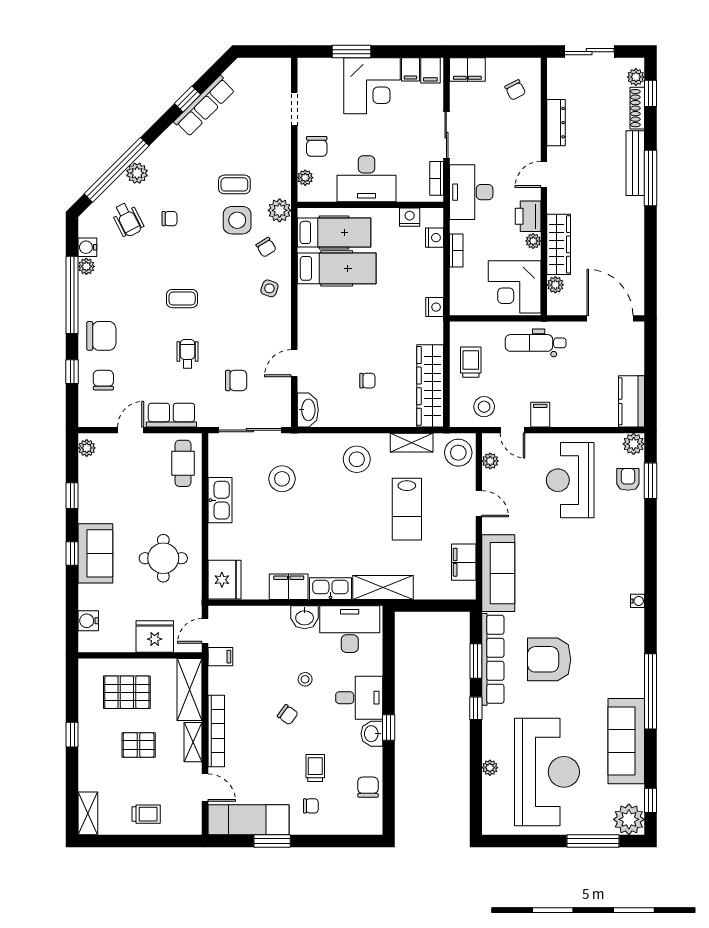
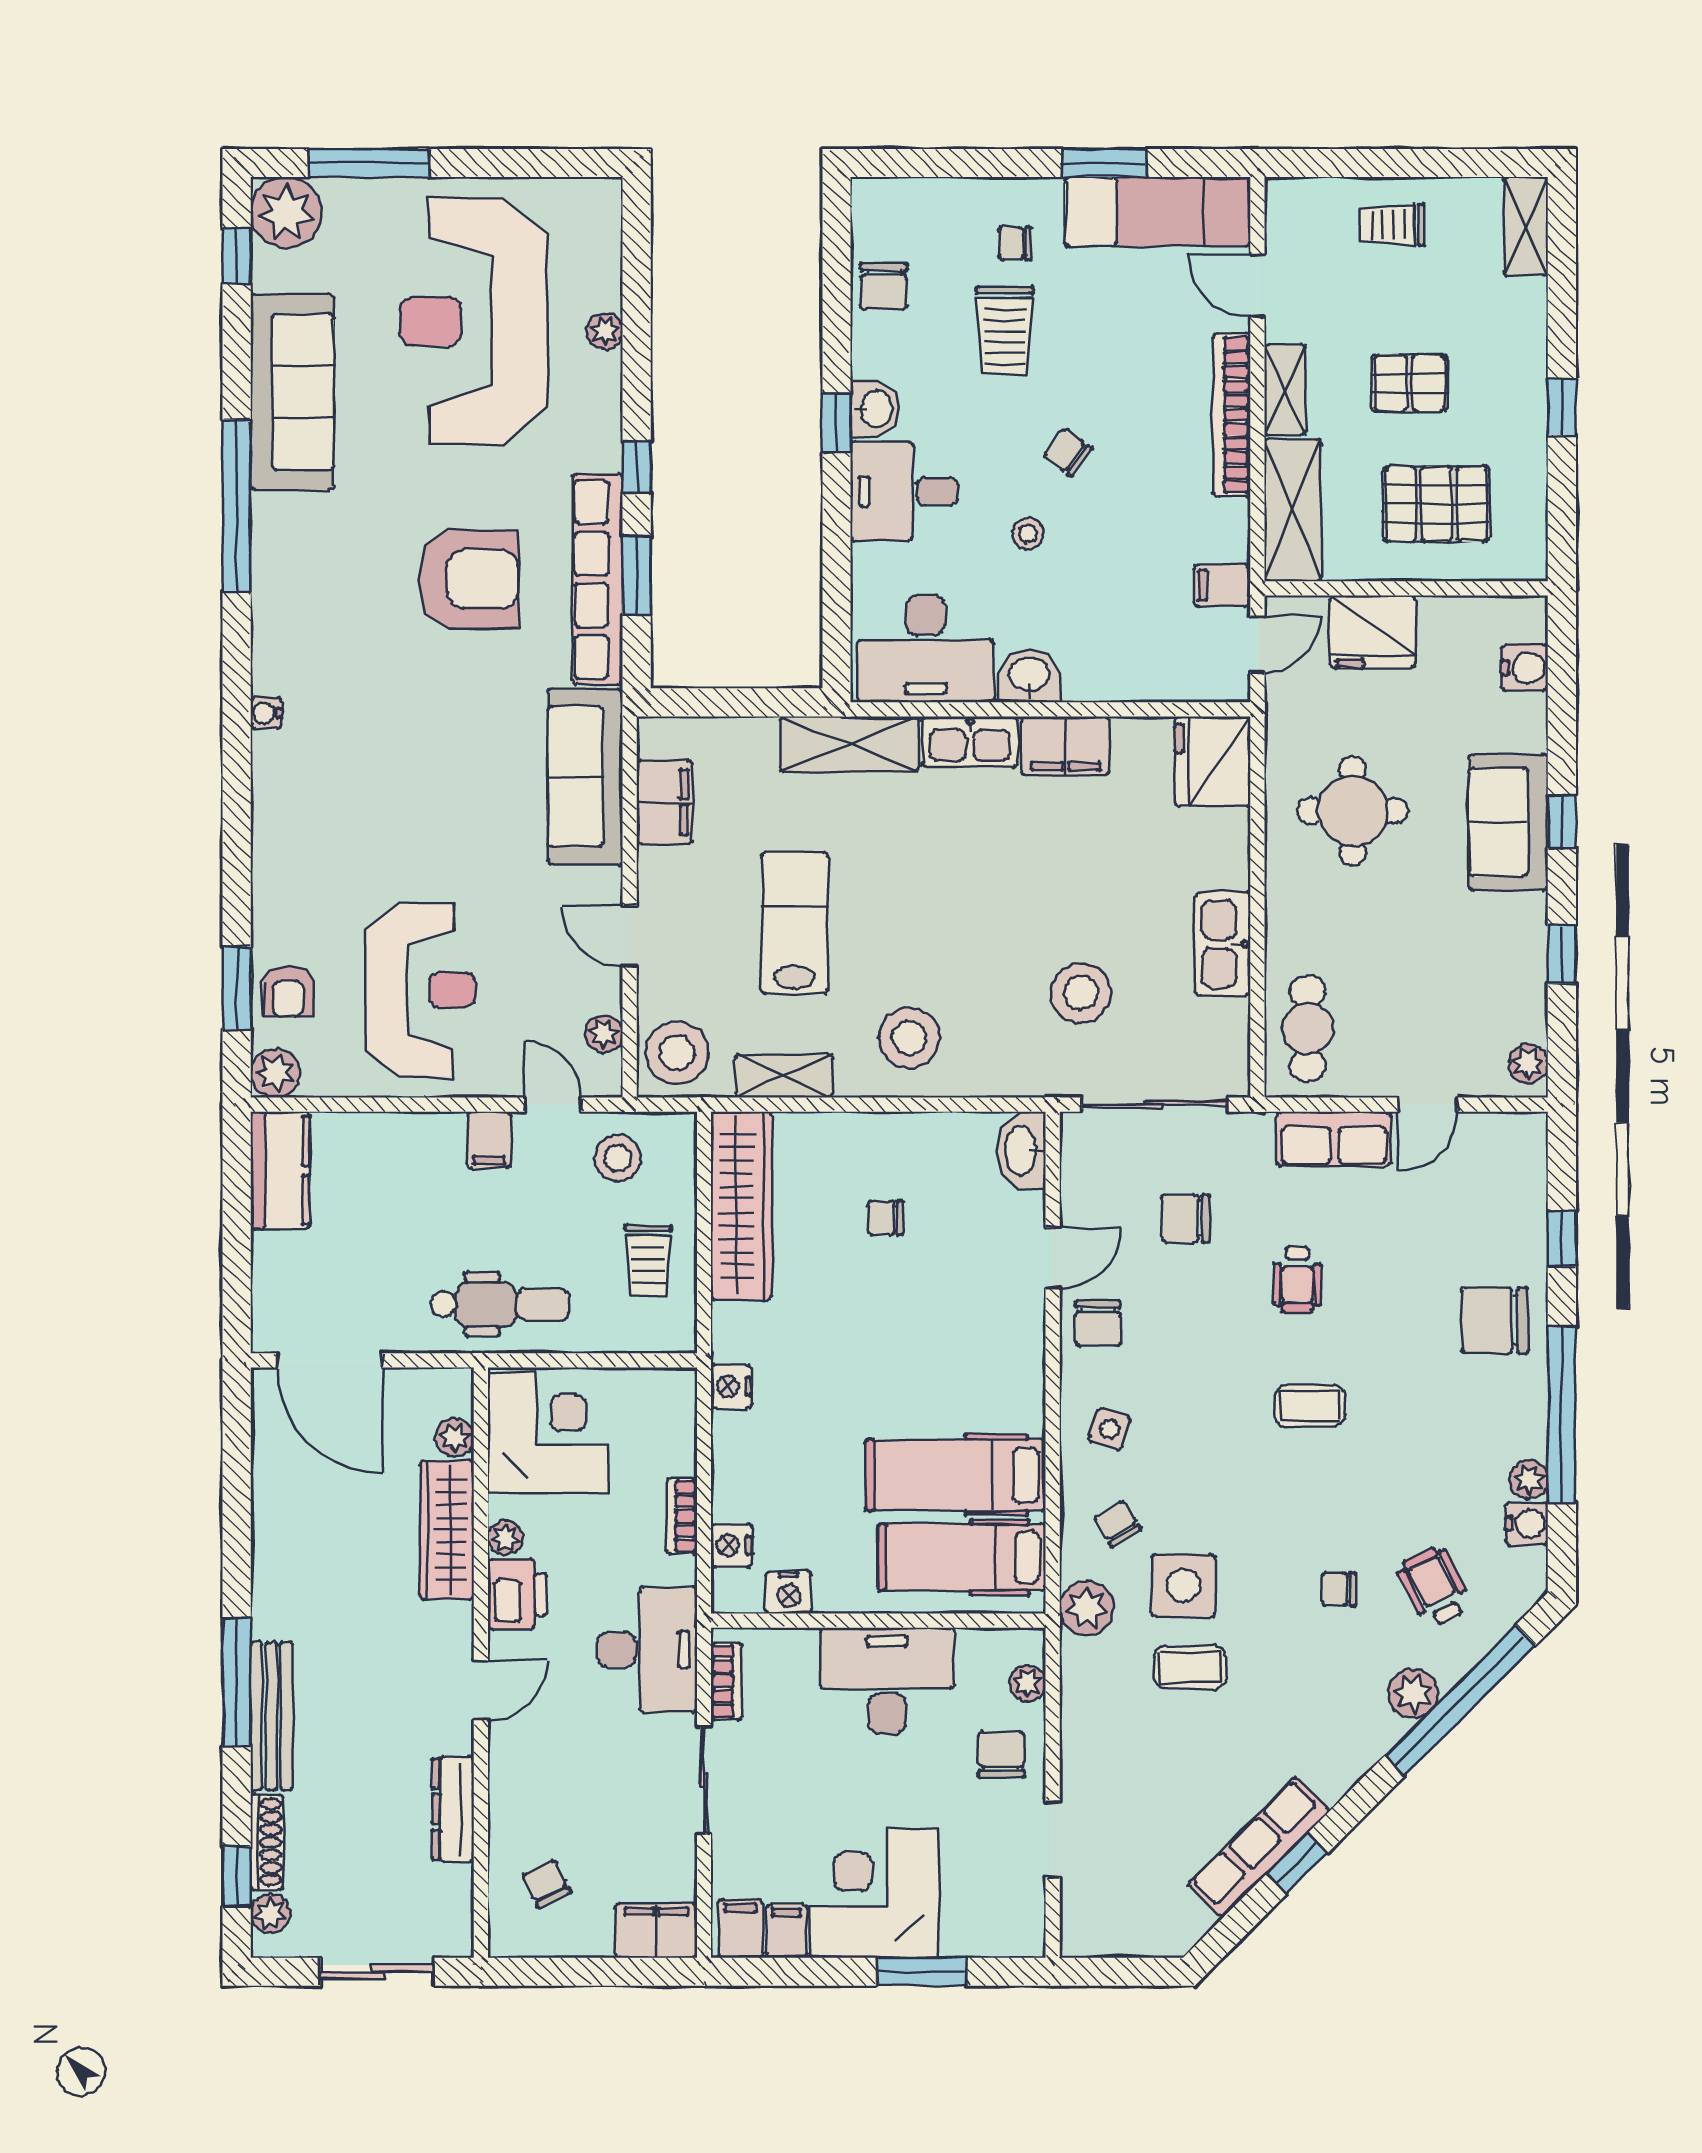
chair: (103, 380) -> (1098, 1323), moved
trolley: (315, 768) -> (1005, 330), width x1.36, depth x1.39

